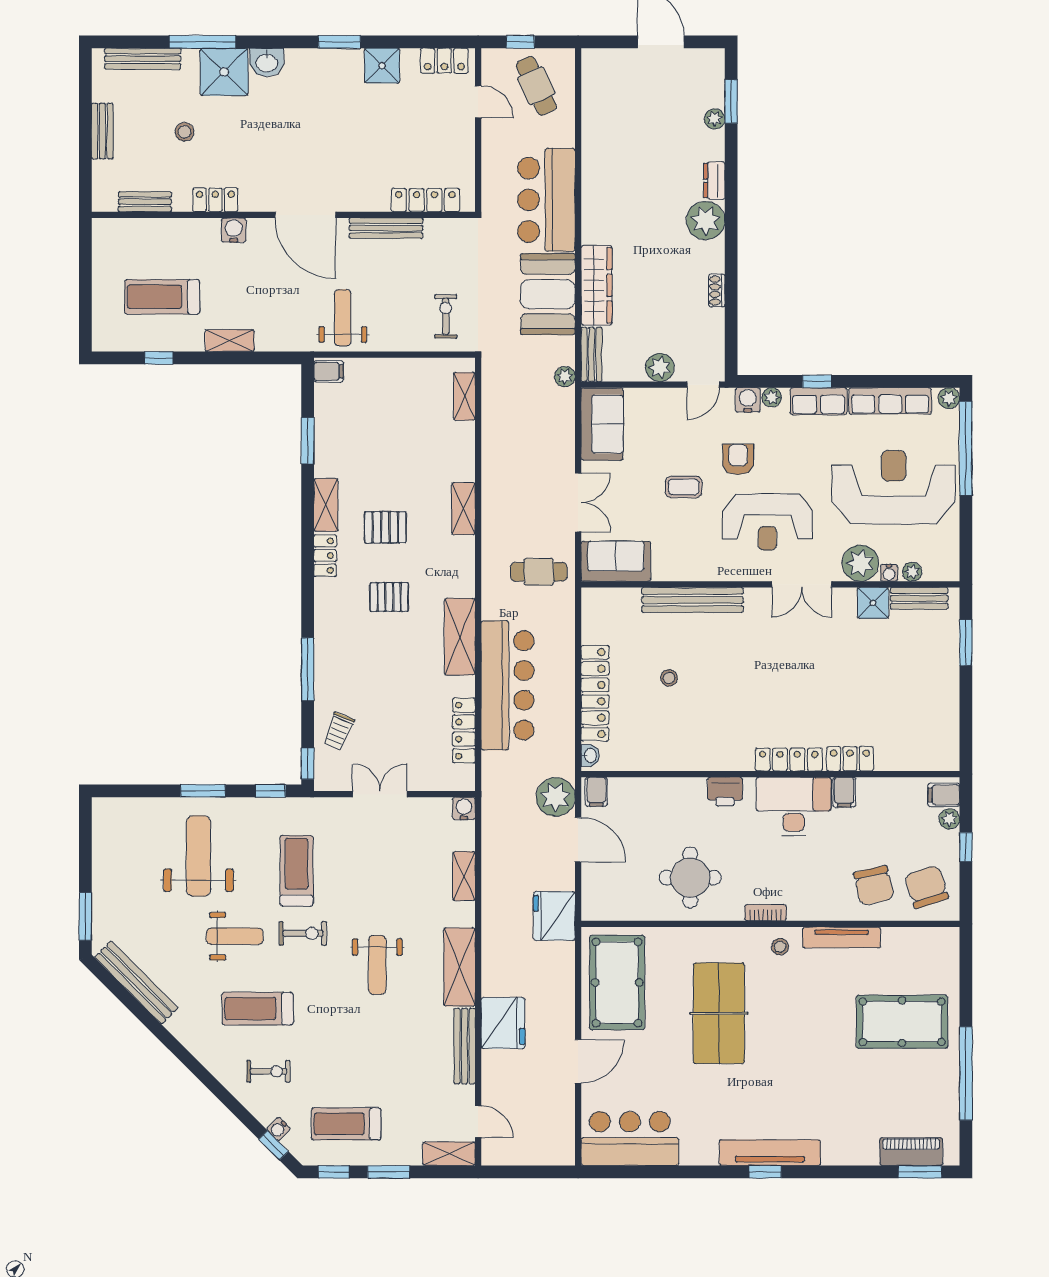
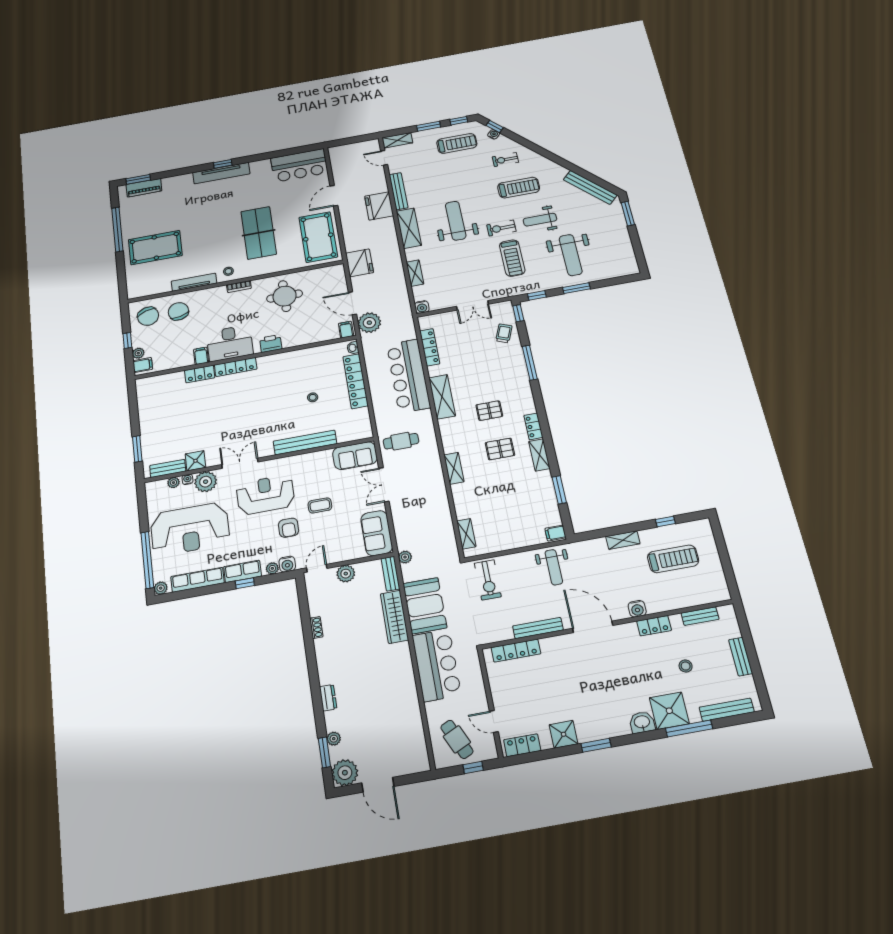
plant: (706, 221) -> (345, 773), moved
exercise bike: (446, 316) -> (488, 580), width x1.38, depth x1.39
weight bench: (377, 965) -> (456, 221), width x1.36, depth x1.33

